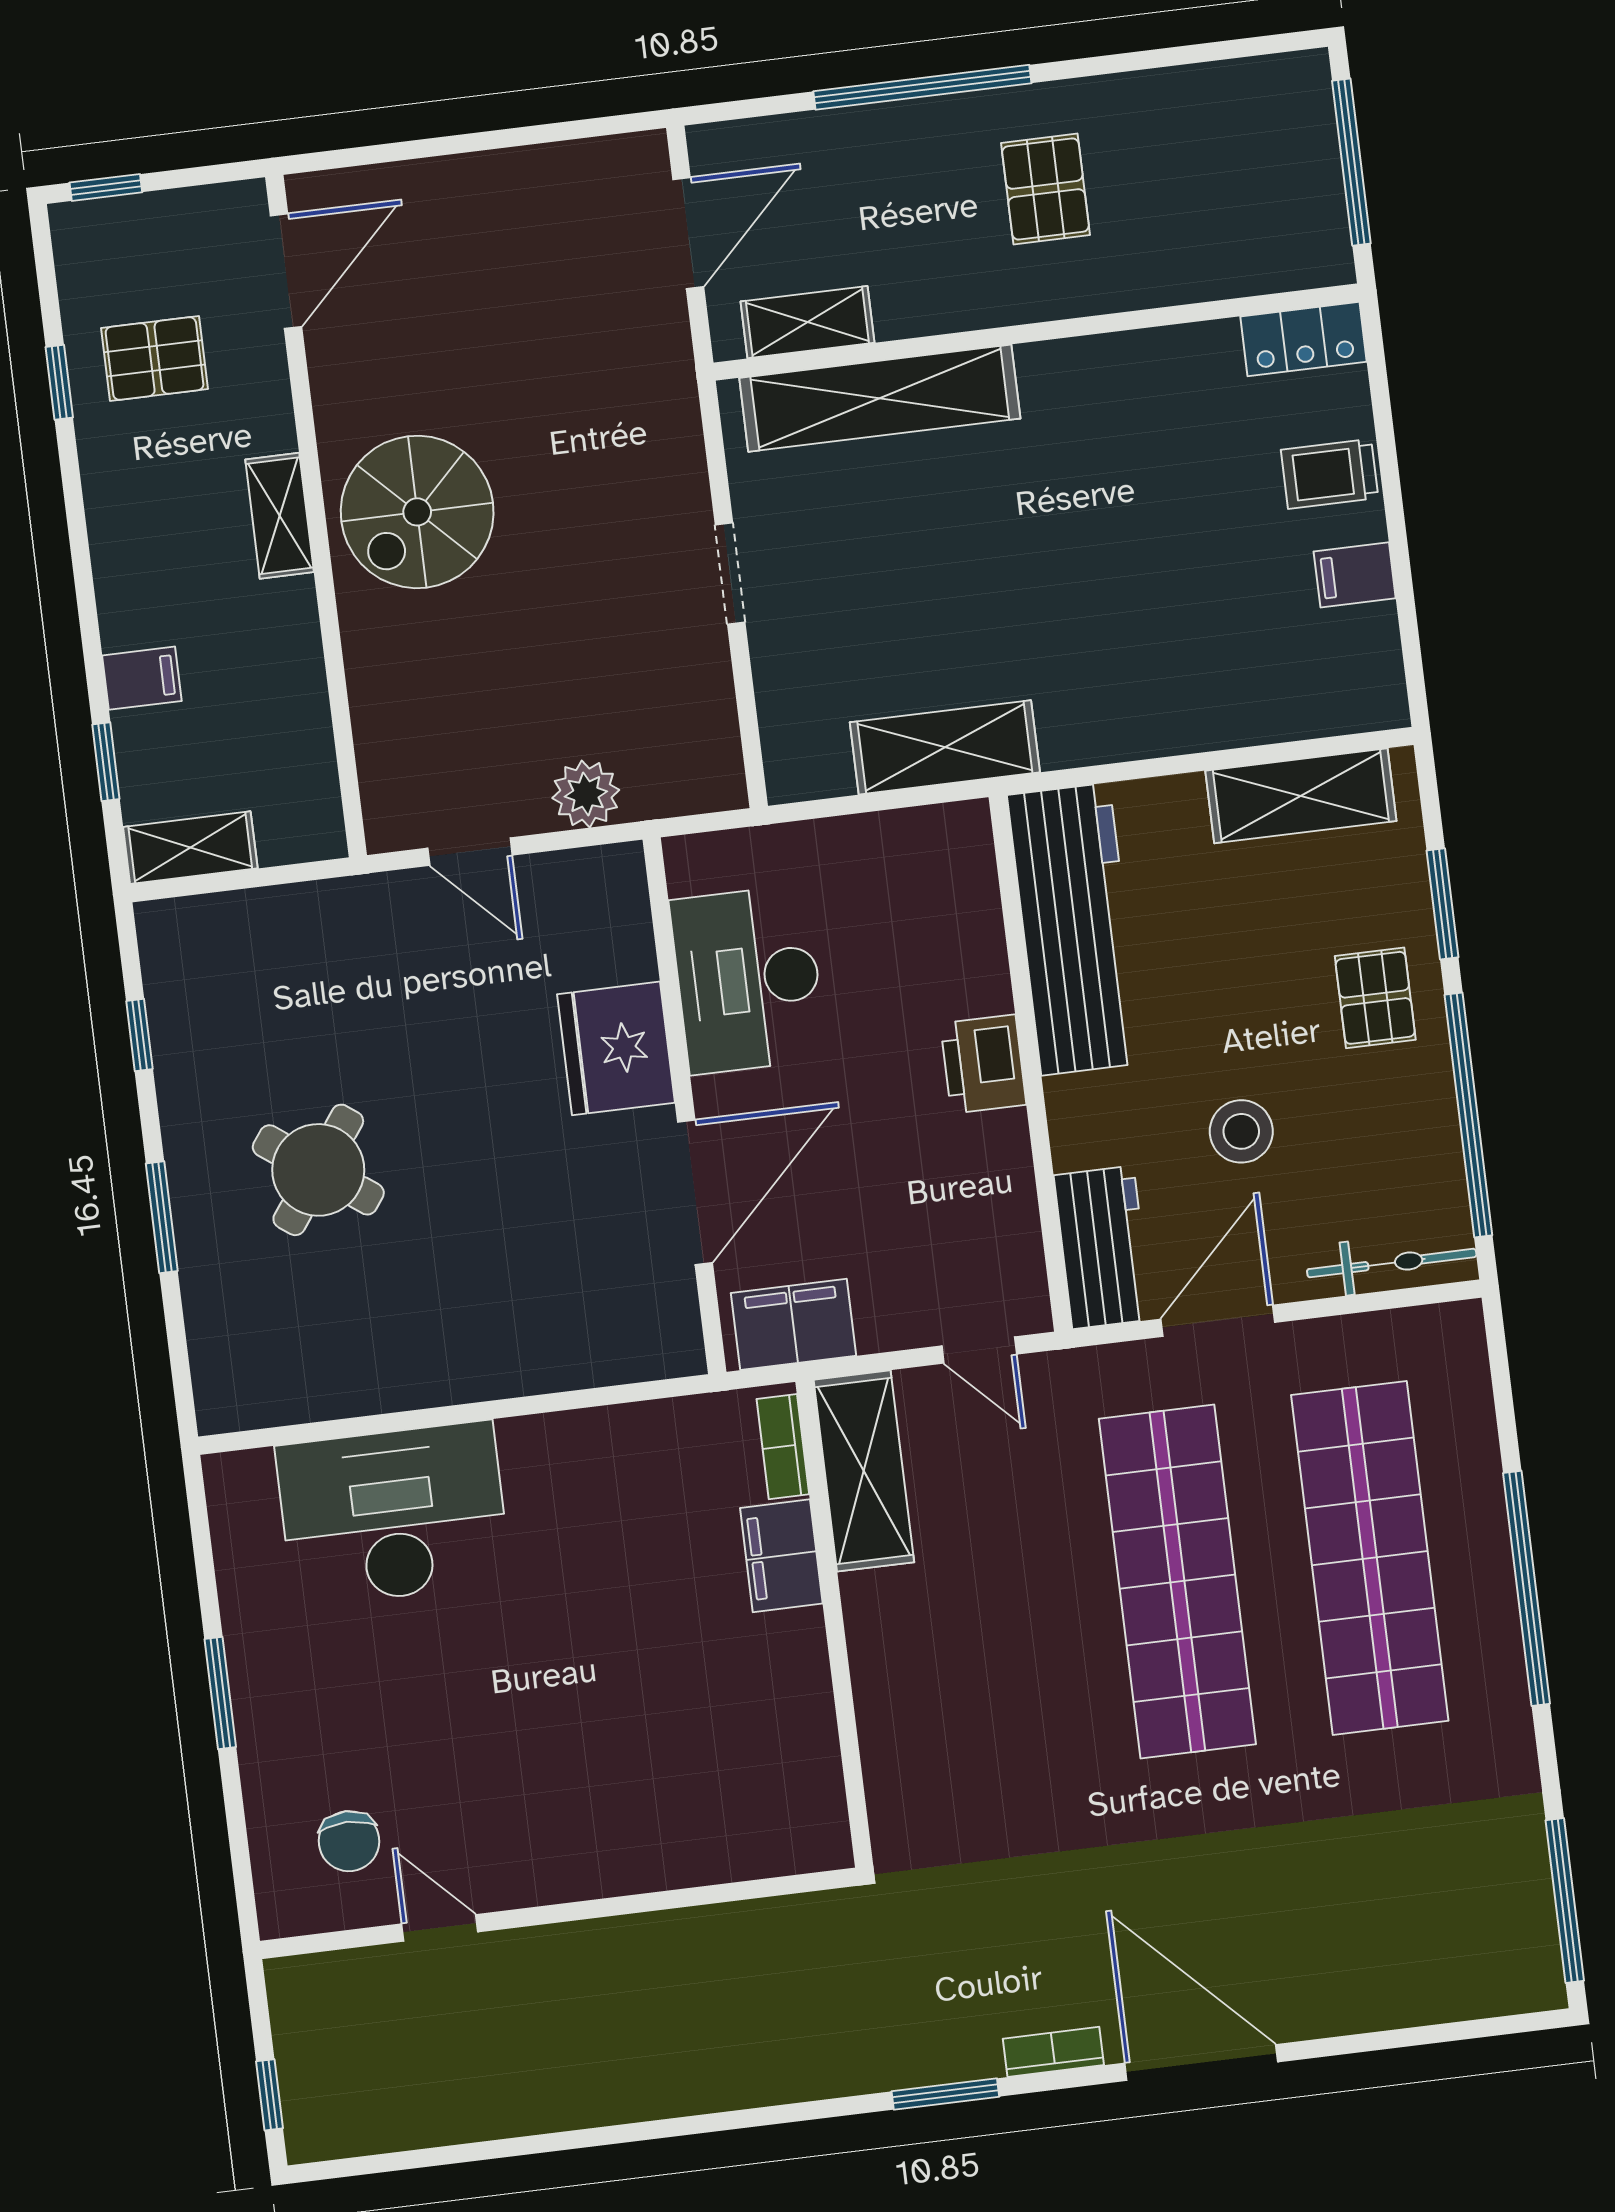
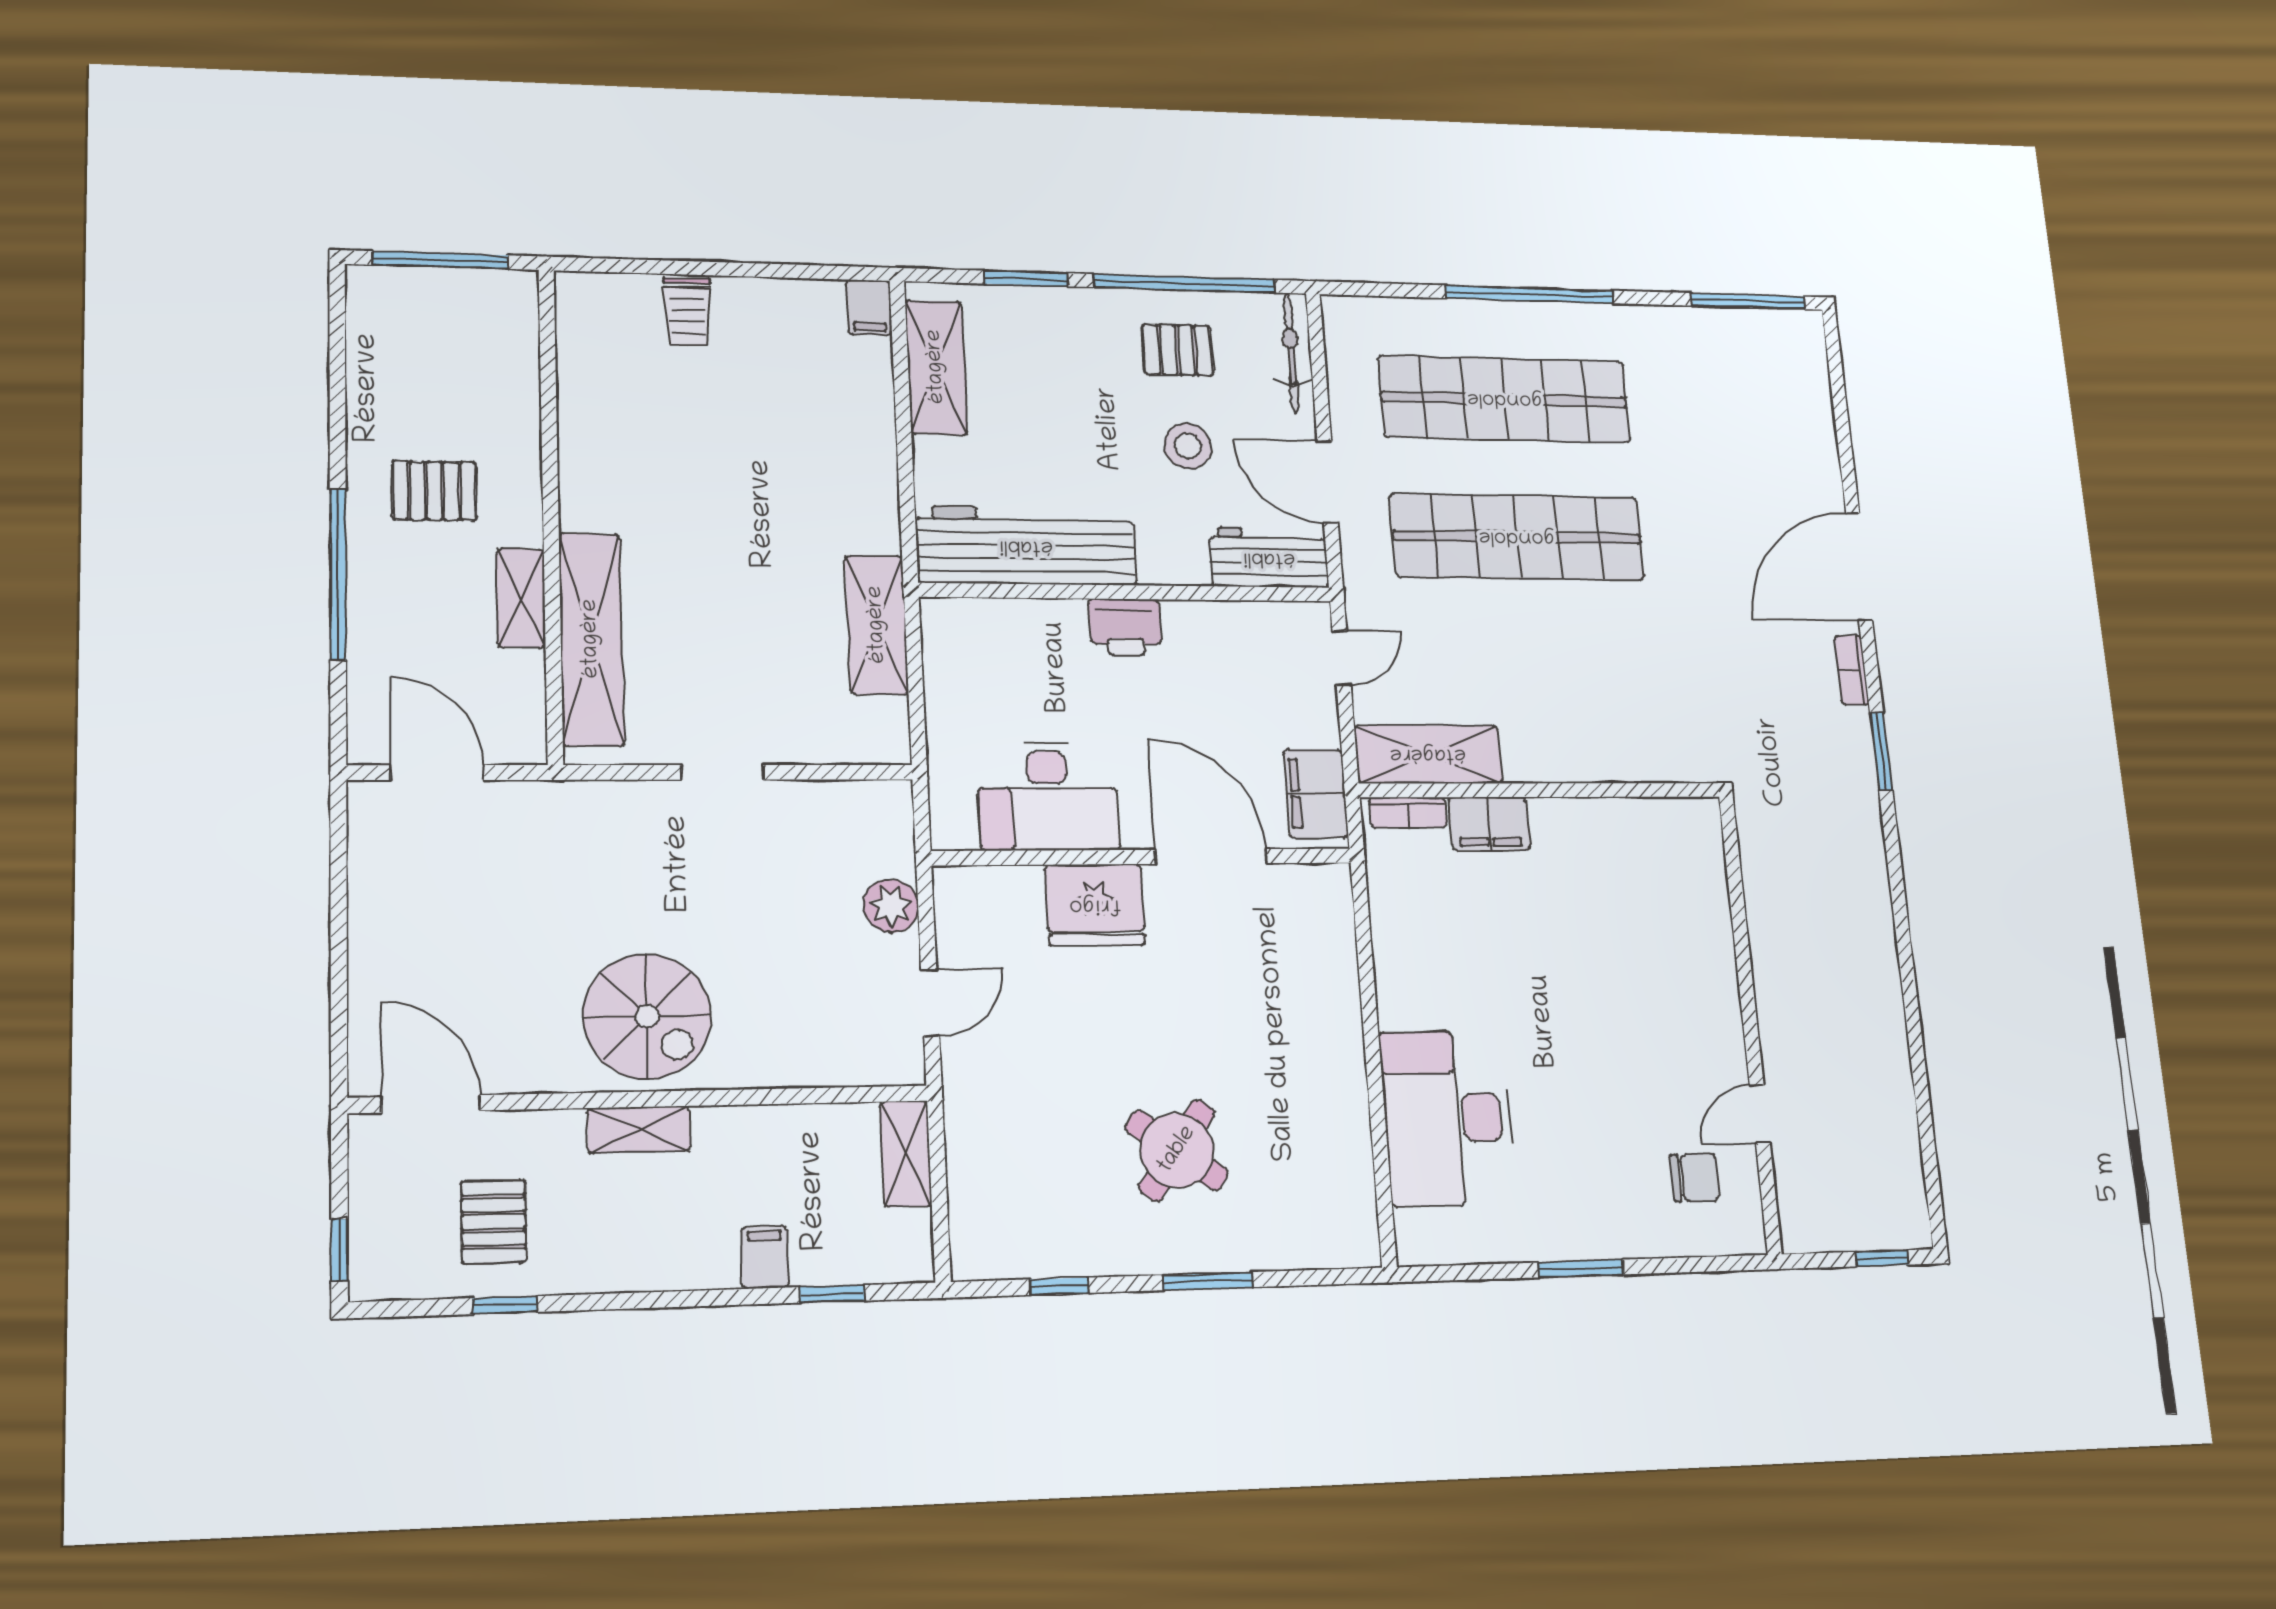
shelving: (807, 322) -> (521, 598), moved
locker: (1303, 339) -> (579, 315), removed
filing cabinet: (1355, 575) -> (869, 307), moved
shelving: (190, 848) -> (906, 1154), moved
pallet: (1375, 998) -> (1177, 350), moved

